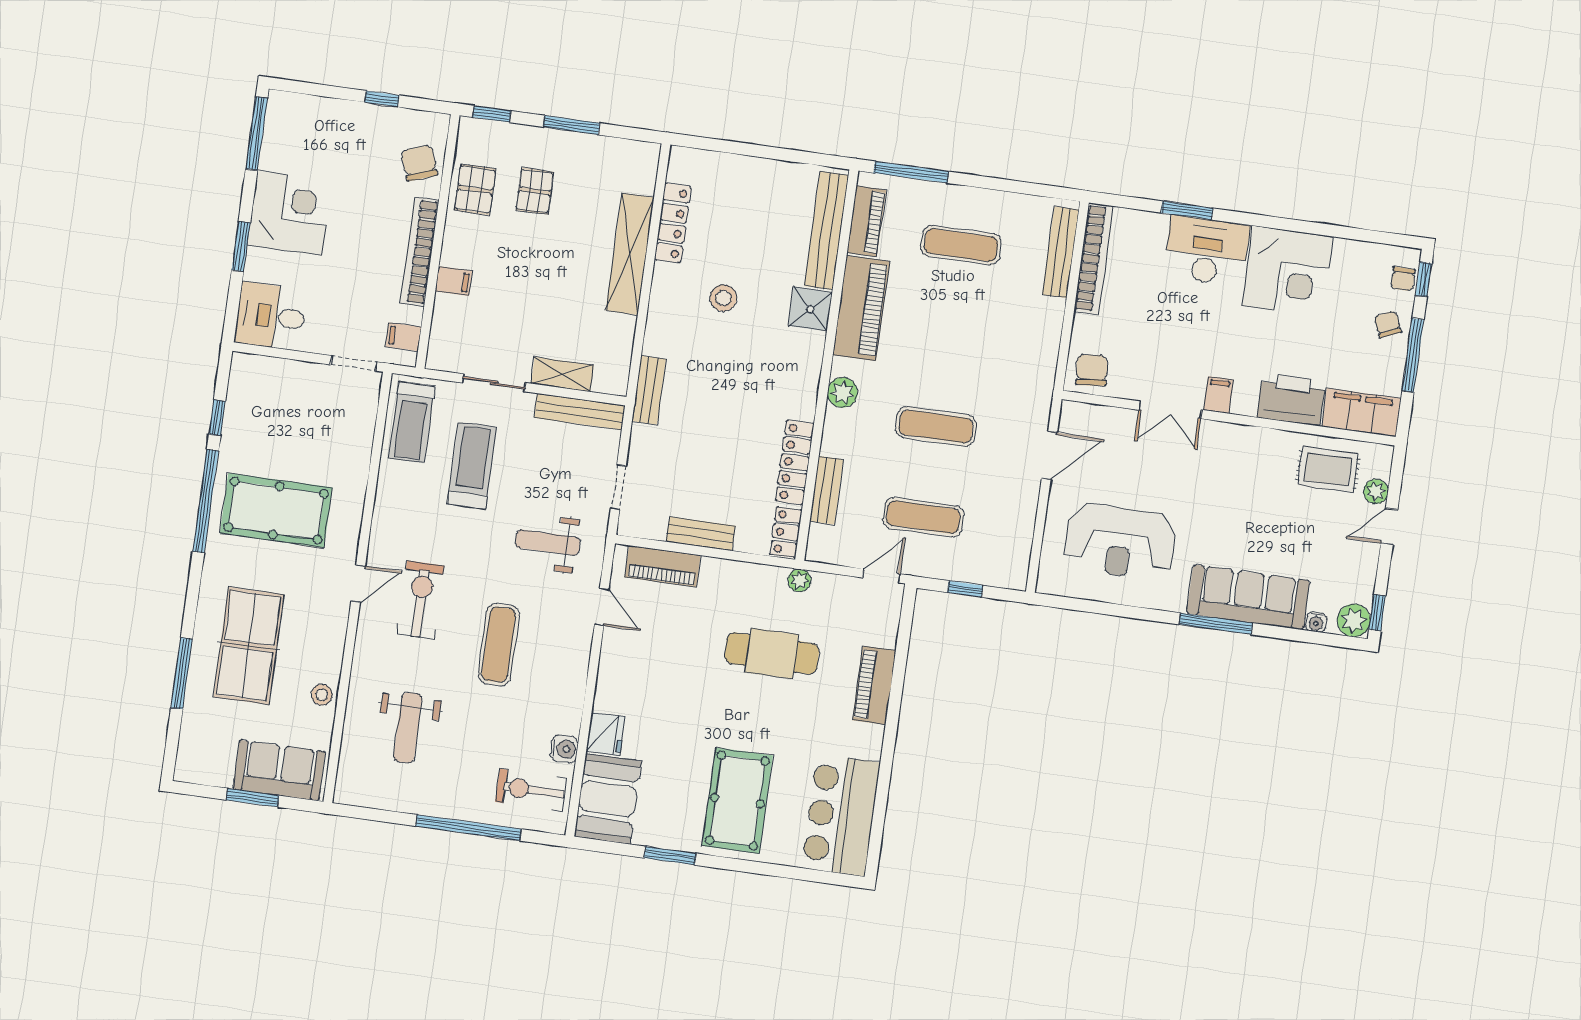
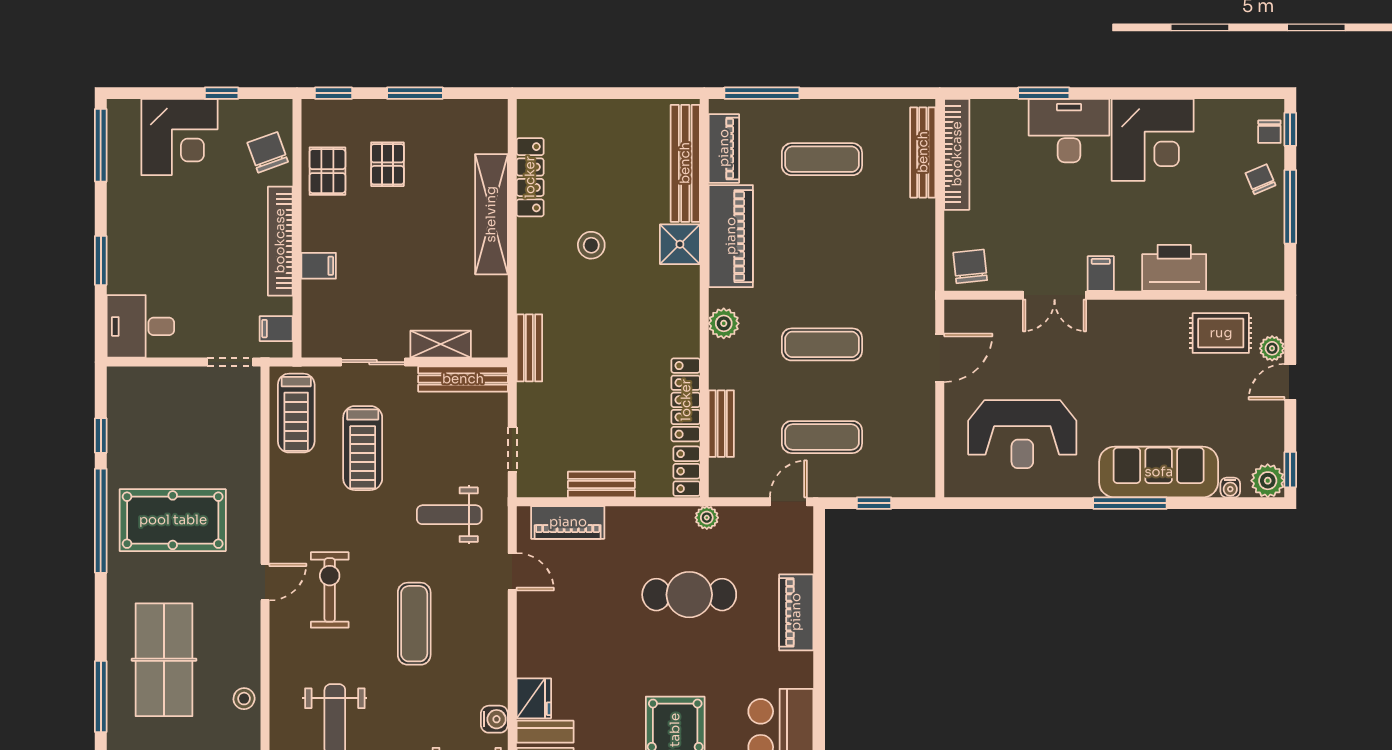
corner desk: (289, 213) -> (179, 137), moved, turned 90
filing cabinet: (1361, 412) -> (1246, 271), removed
treadmill: (472, 466) -> (363, 448), turned 180

